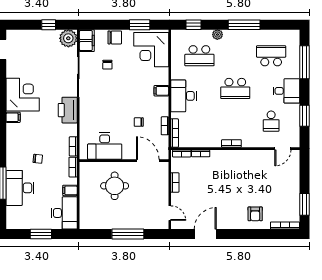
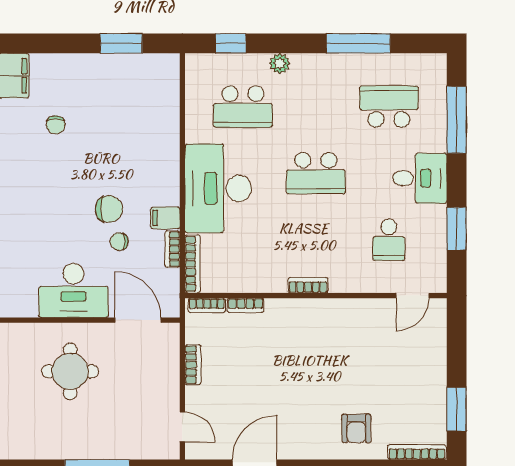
window: (244, 25) -> (358, 43), moved
chair: (115, 37) -> (109, 209), moved
corner desk: (151, 50) -> (145, 94), removed
filing cabinet: (161, 91) -> (165, 218), moved
desk: (183, 96) -> (218, 188), width x1.36, depth x1.30
desk: (105, 146) -> (73, 290), moved

